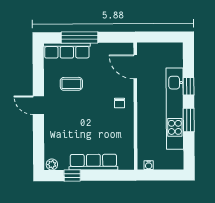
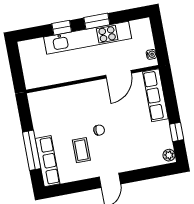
door: (135, 67) -> (119, 74), moved
chair: (120, 103) -> (99, 130), moved
row of seats: (93, 162) -> (155, 95), moved

